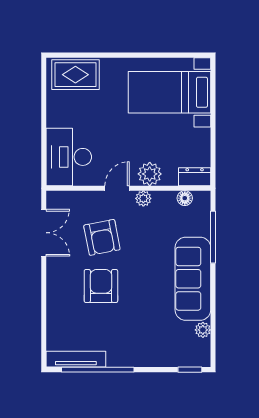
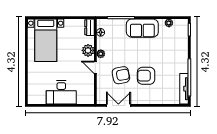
rug: (75, 75) -> (37, 89), removed
desk: (69, 157) -> (61, 92), moved
sofa: (193, 279) -> (142, 28), width x0.73

